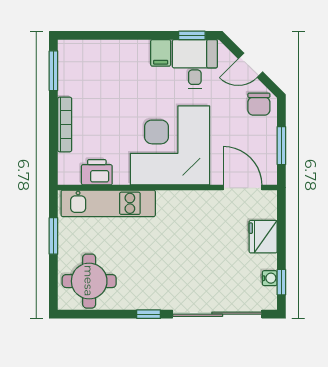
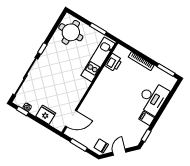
desk: (195, 64) -> (153, 98), moved, width x1.37
corner desk: (170, 145) -> (106, 99), removed

